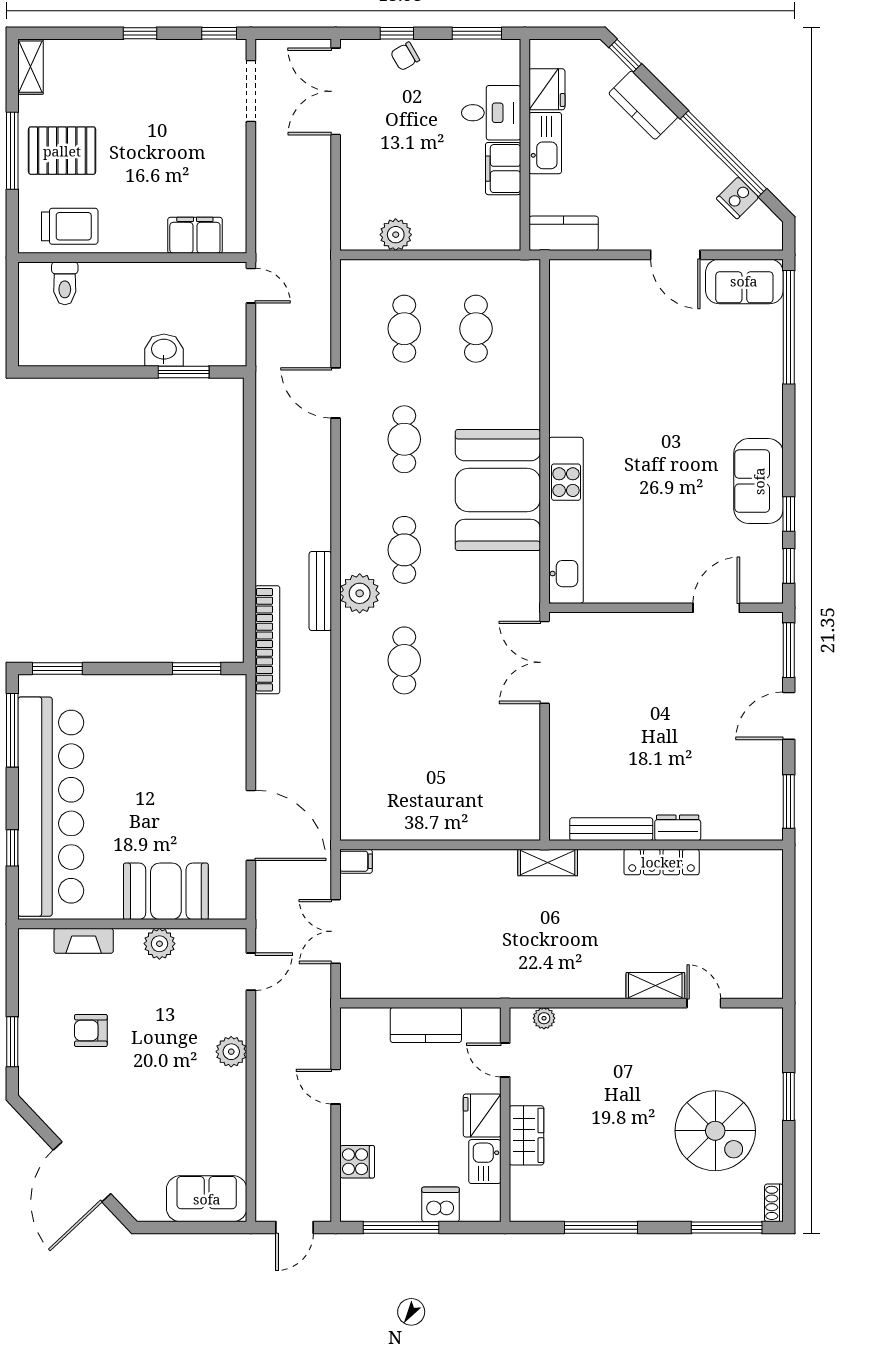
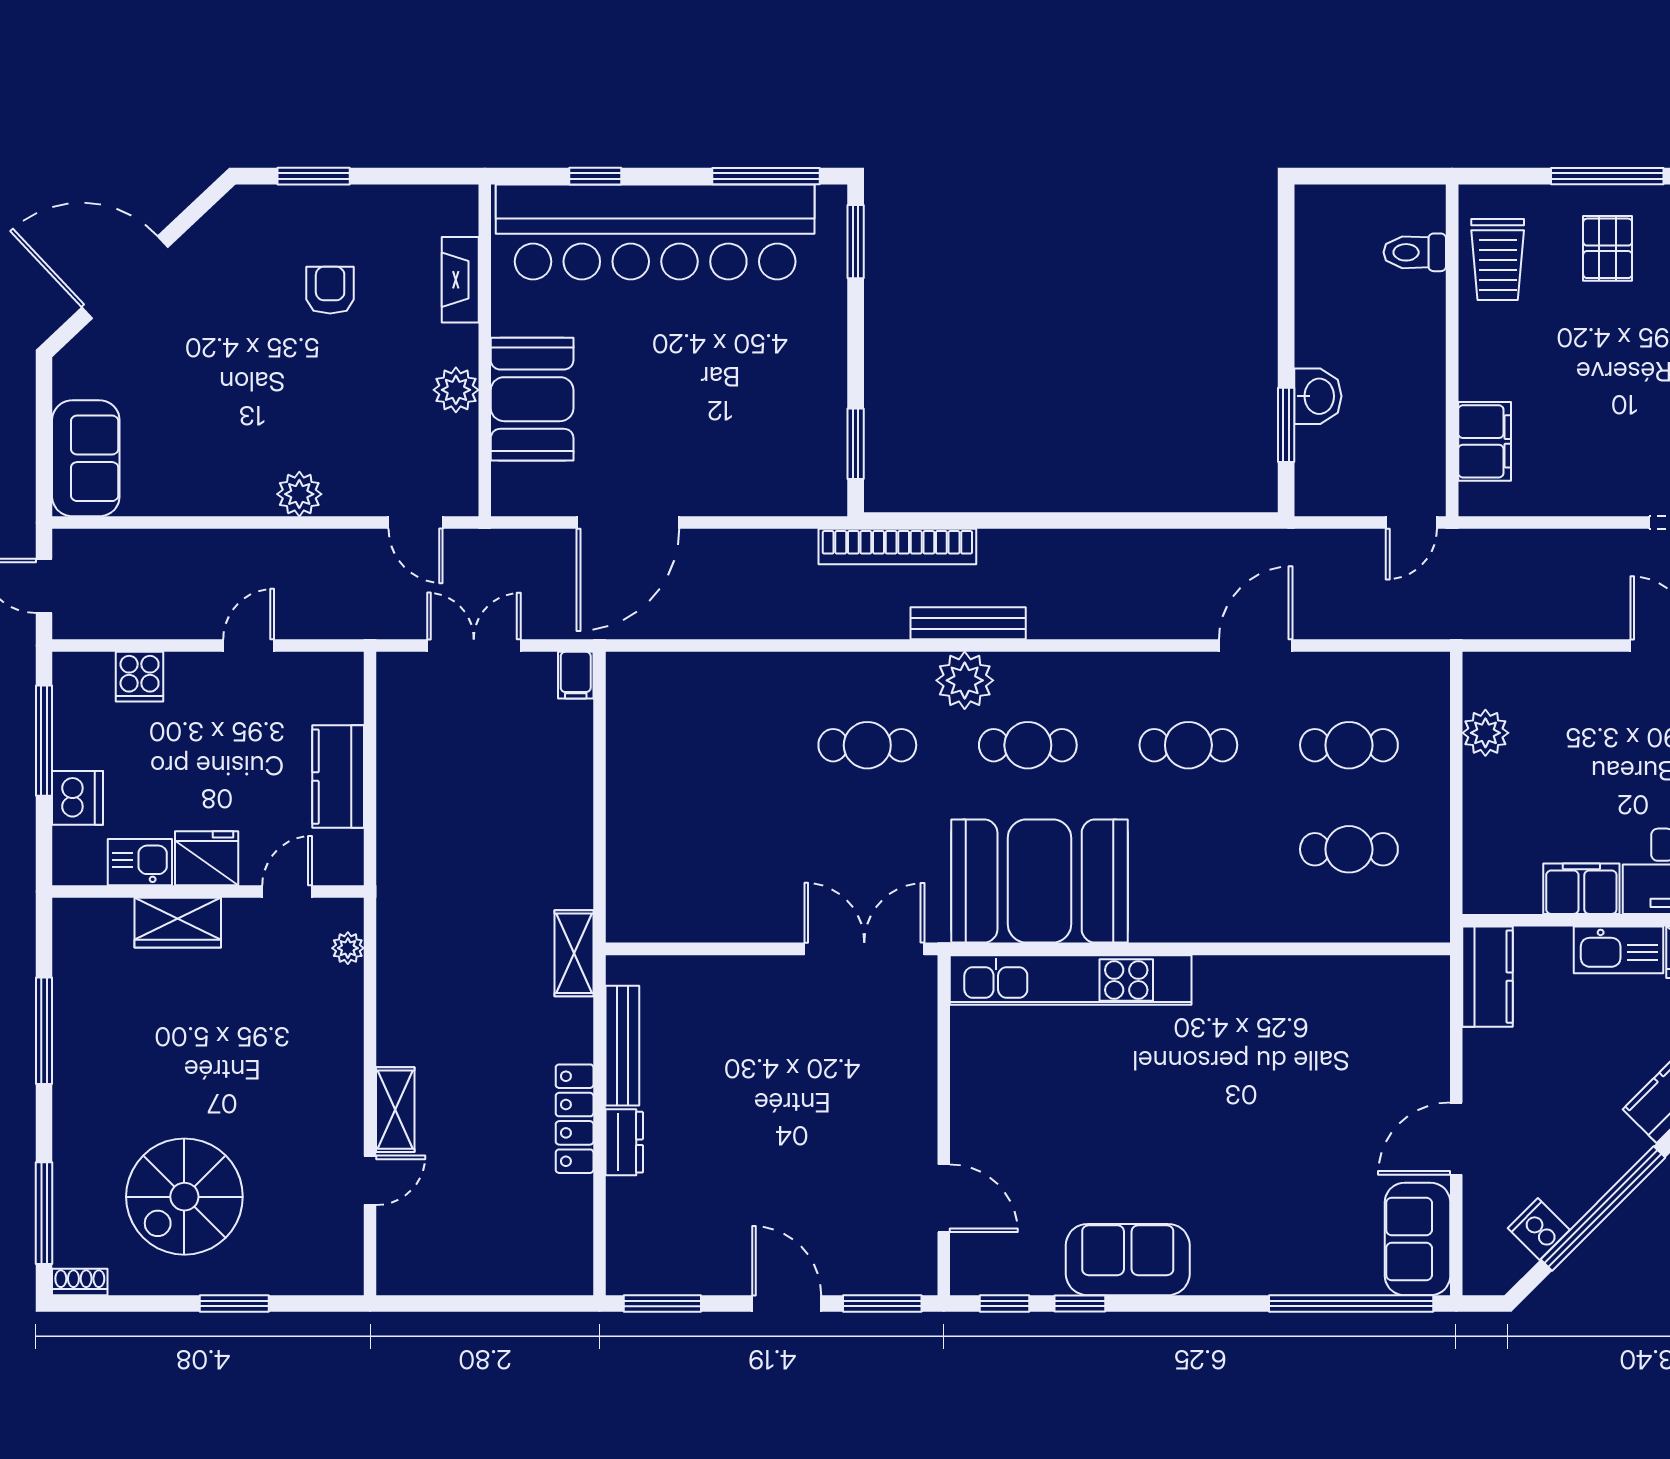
pallet: (62, 151) -> (1608, 248), width x0.67, depth x0.71
booth: (498, 490) -> (1040, 881), moved

